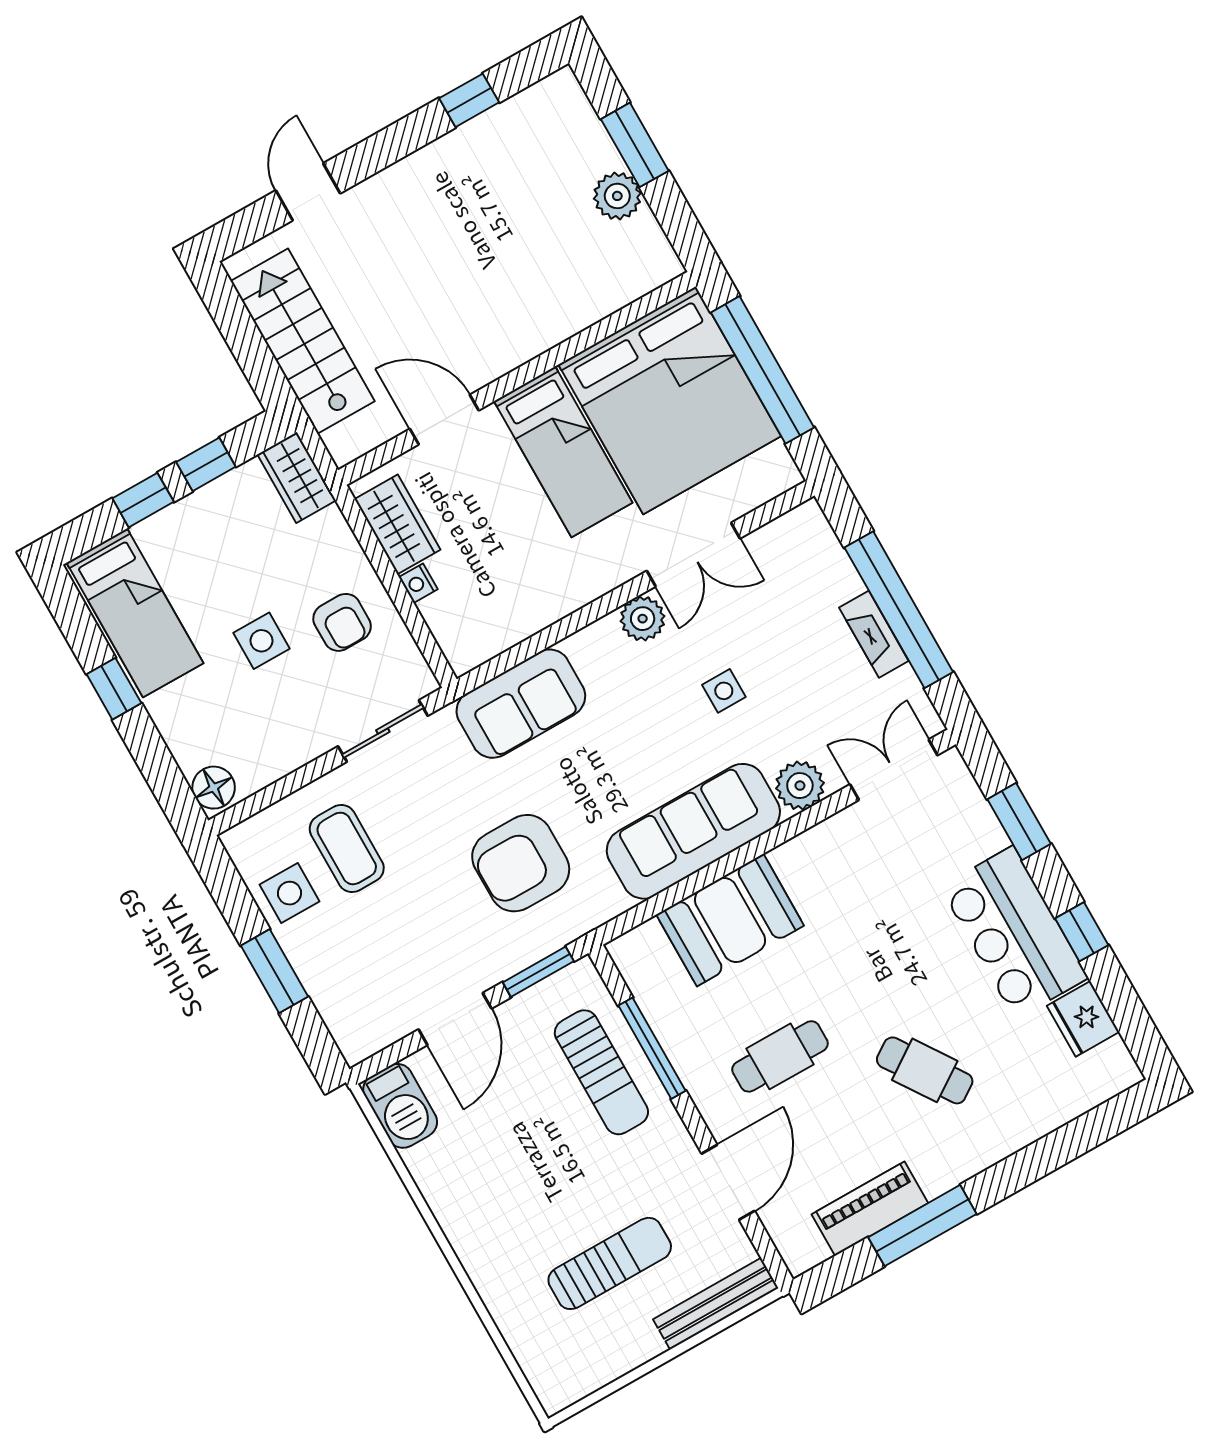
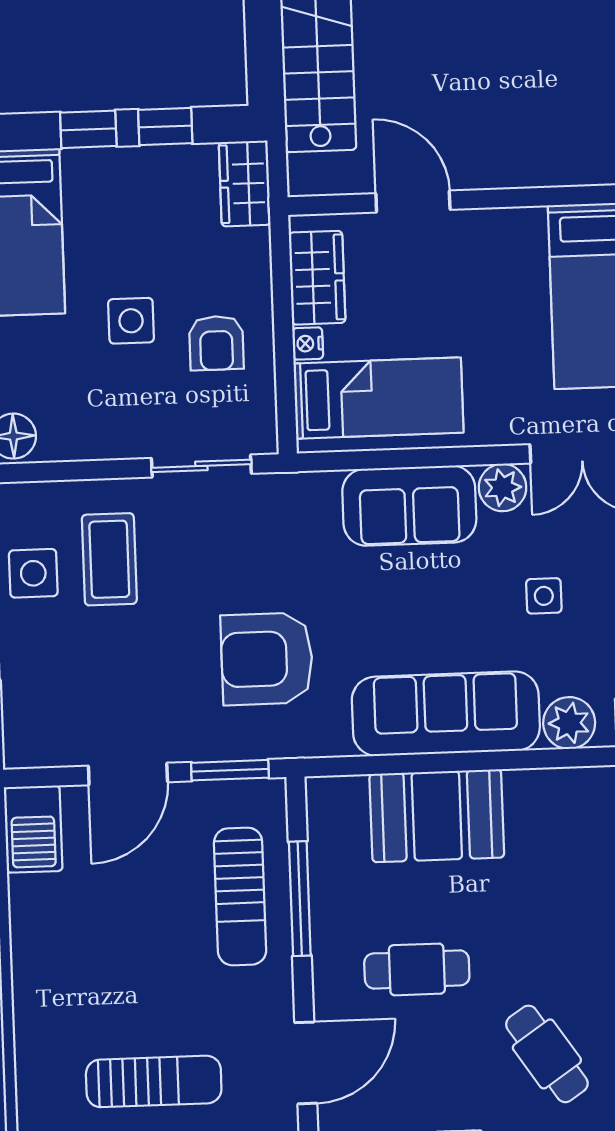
bed: (563, 452) -> (378, 398), moved, turned -90
sofa: (521, 704) -> (409, 506), moved

